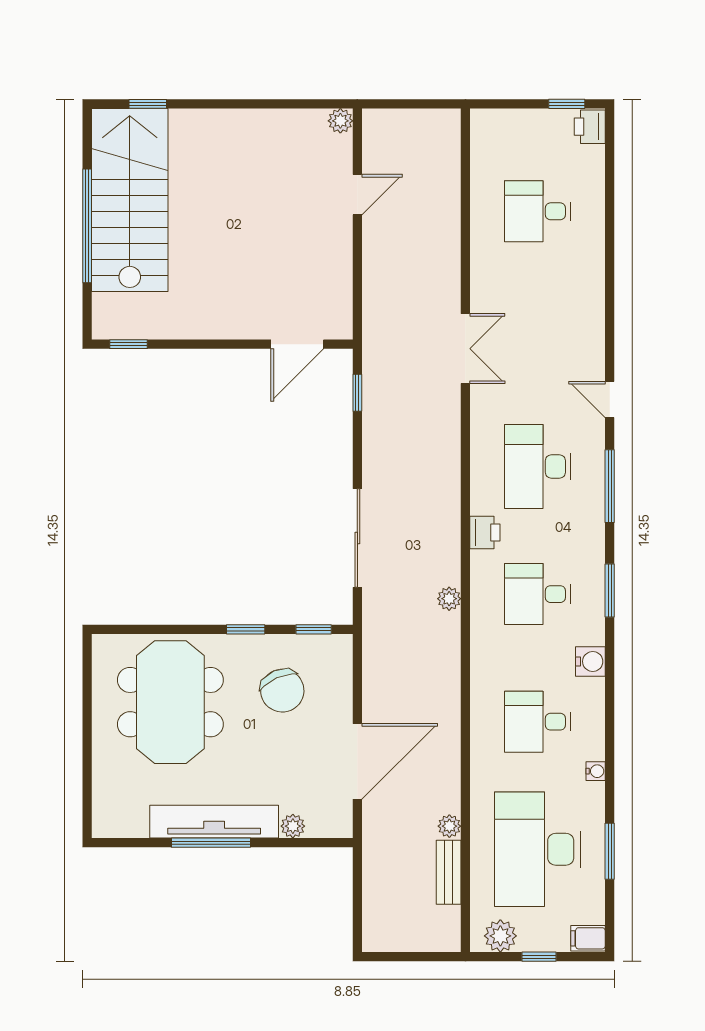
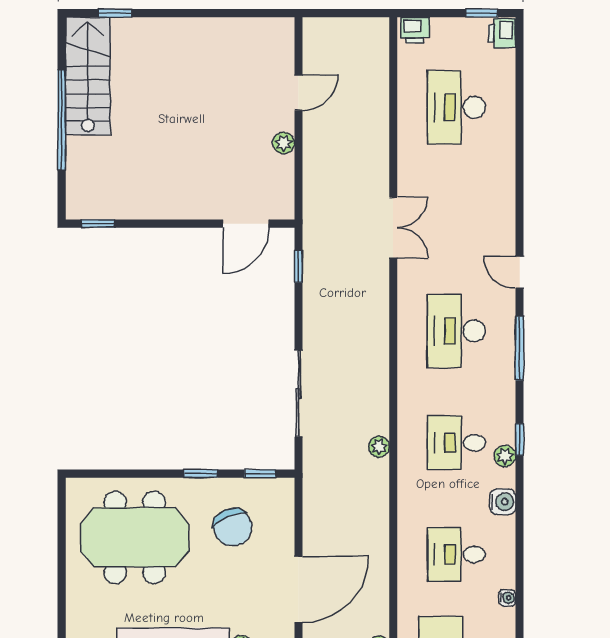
plant: (340, 121) -> (284, 143), moved
stairs: (130, 200) -> (88, 76), width x0.73, depth x0.66
desk: (538, 211) -> (456, 107), width x1.37
printer: (485, 532) -> (415, 30), moved, turned 90
window: (610, 590) -> (520, 440), width x0.67
plant: (593, 609) -> (505, 456), added
meeting table: (170, 702) -> (135, 537), turned 90

